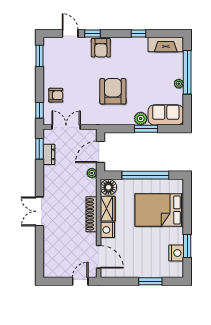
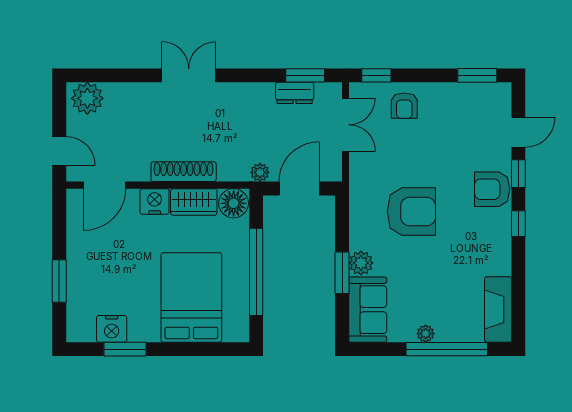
window: (138, 34) -> (518, 224), moved
door: (100, 152) -> (299, 189), hinge flipped
plant: (52, 266) -> (87, 98), added

